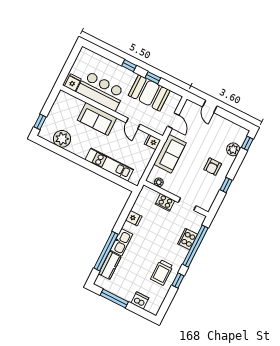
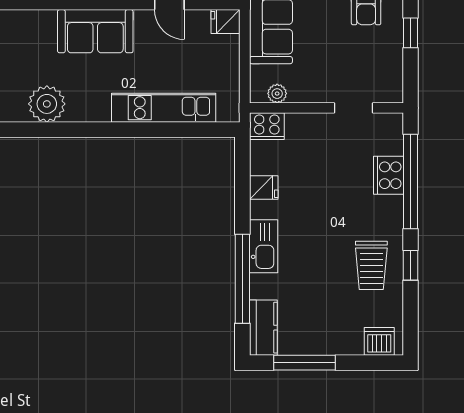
cooker: (165, 202) -> (267, 126), moved
kitchen counter: (110, 265) -> (263, 328), moved
dishwasher: (140, 301) -> (379, 341), moved

